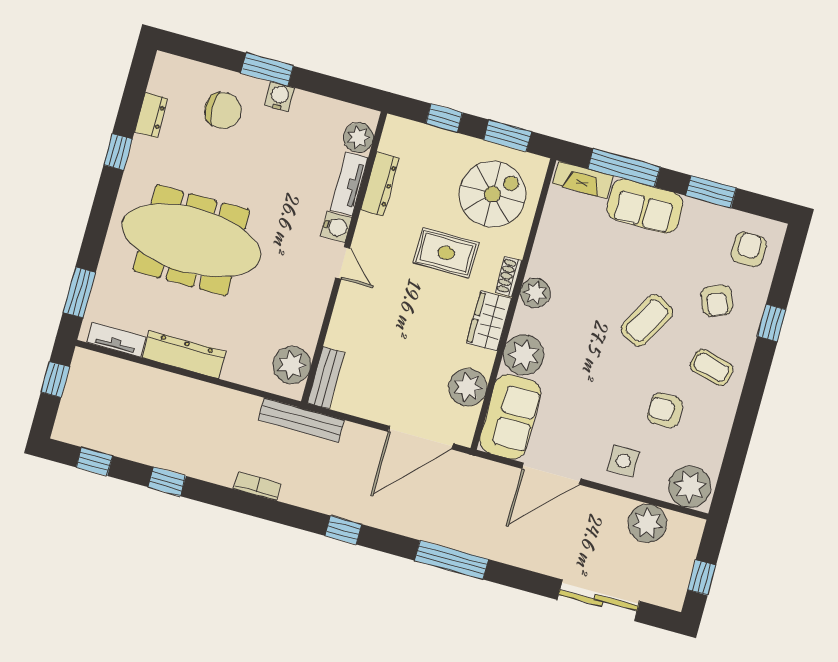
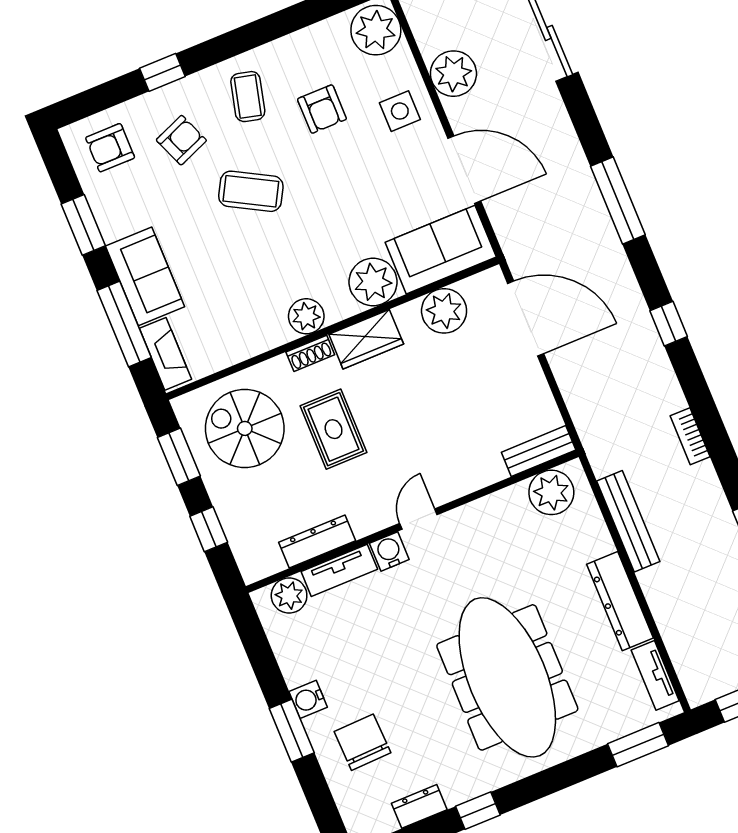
bench: (301, 420) -> (628, 521), moved
plant: (647, 523) -> (453, 74), moved

